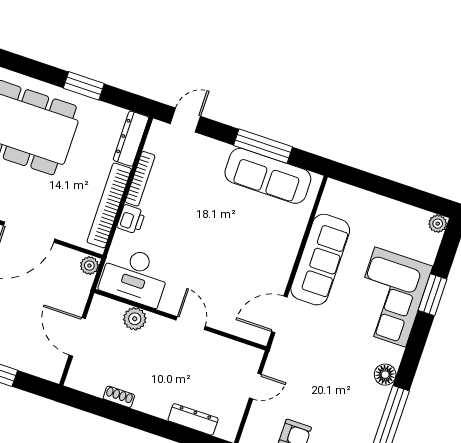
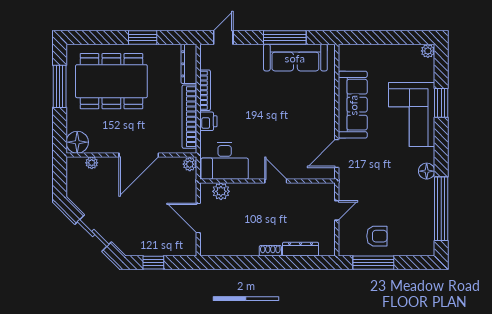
plant: (135, 319) -> (221, 191), moved
shoe rack: (119, 397) -> (270, 251), moved

